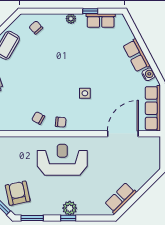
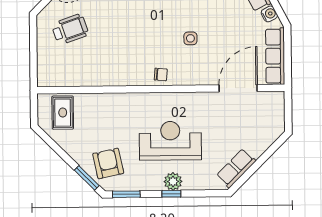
chair: (38, 118) -> (133, 70), removed
reception desk: (62, 160) -> (170, 141), moved

